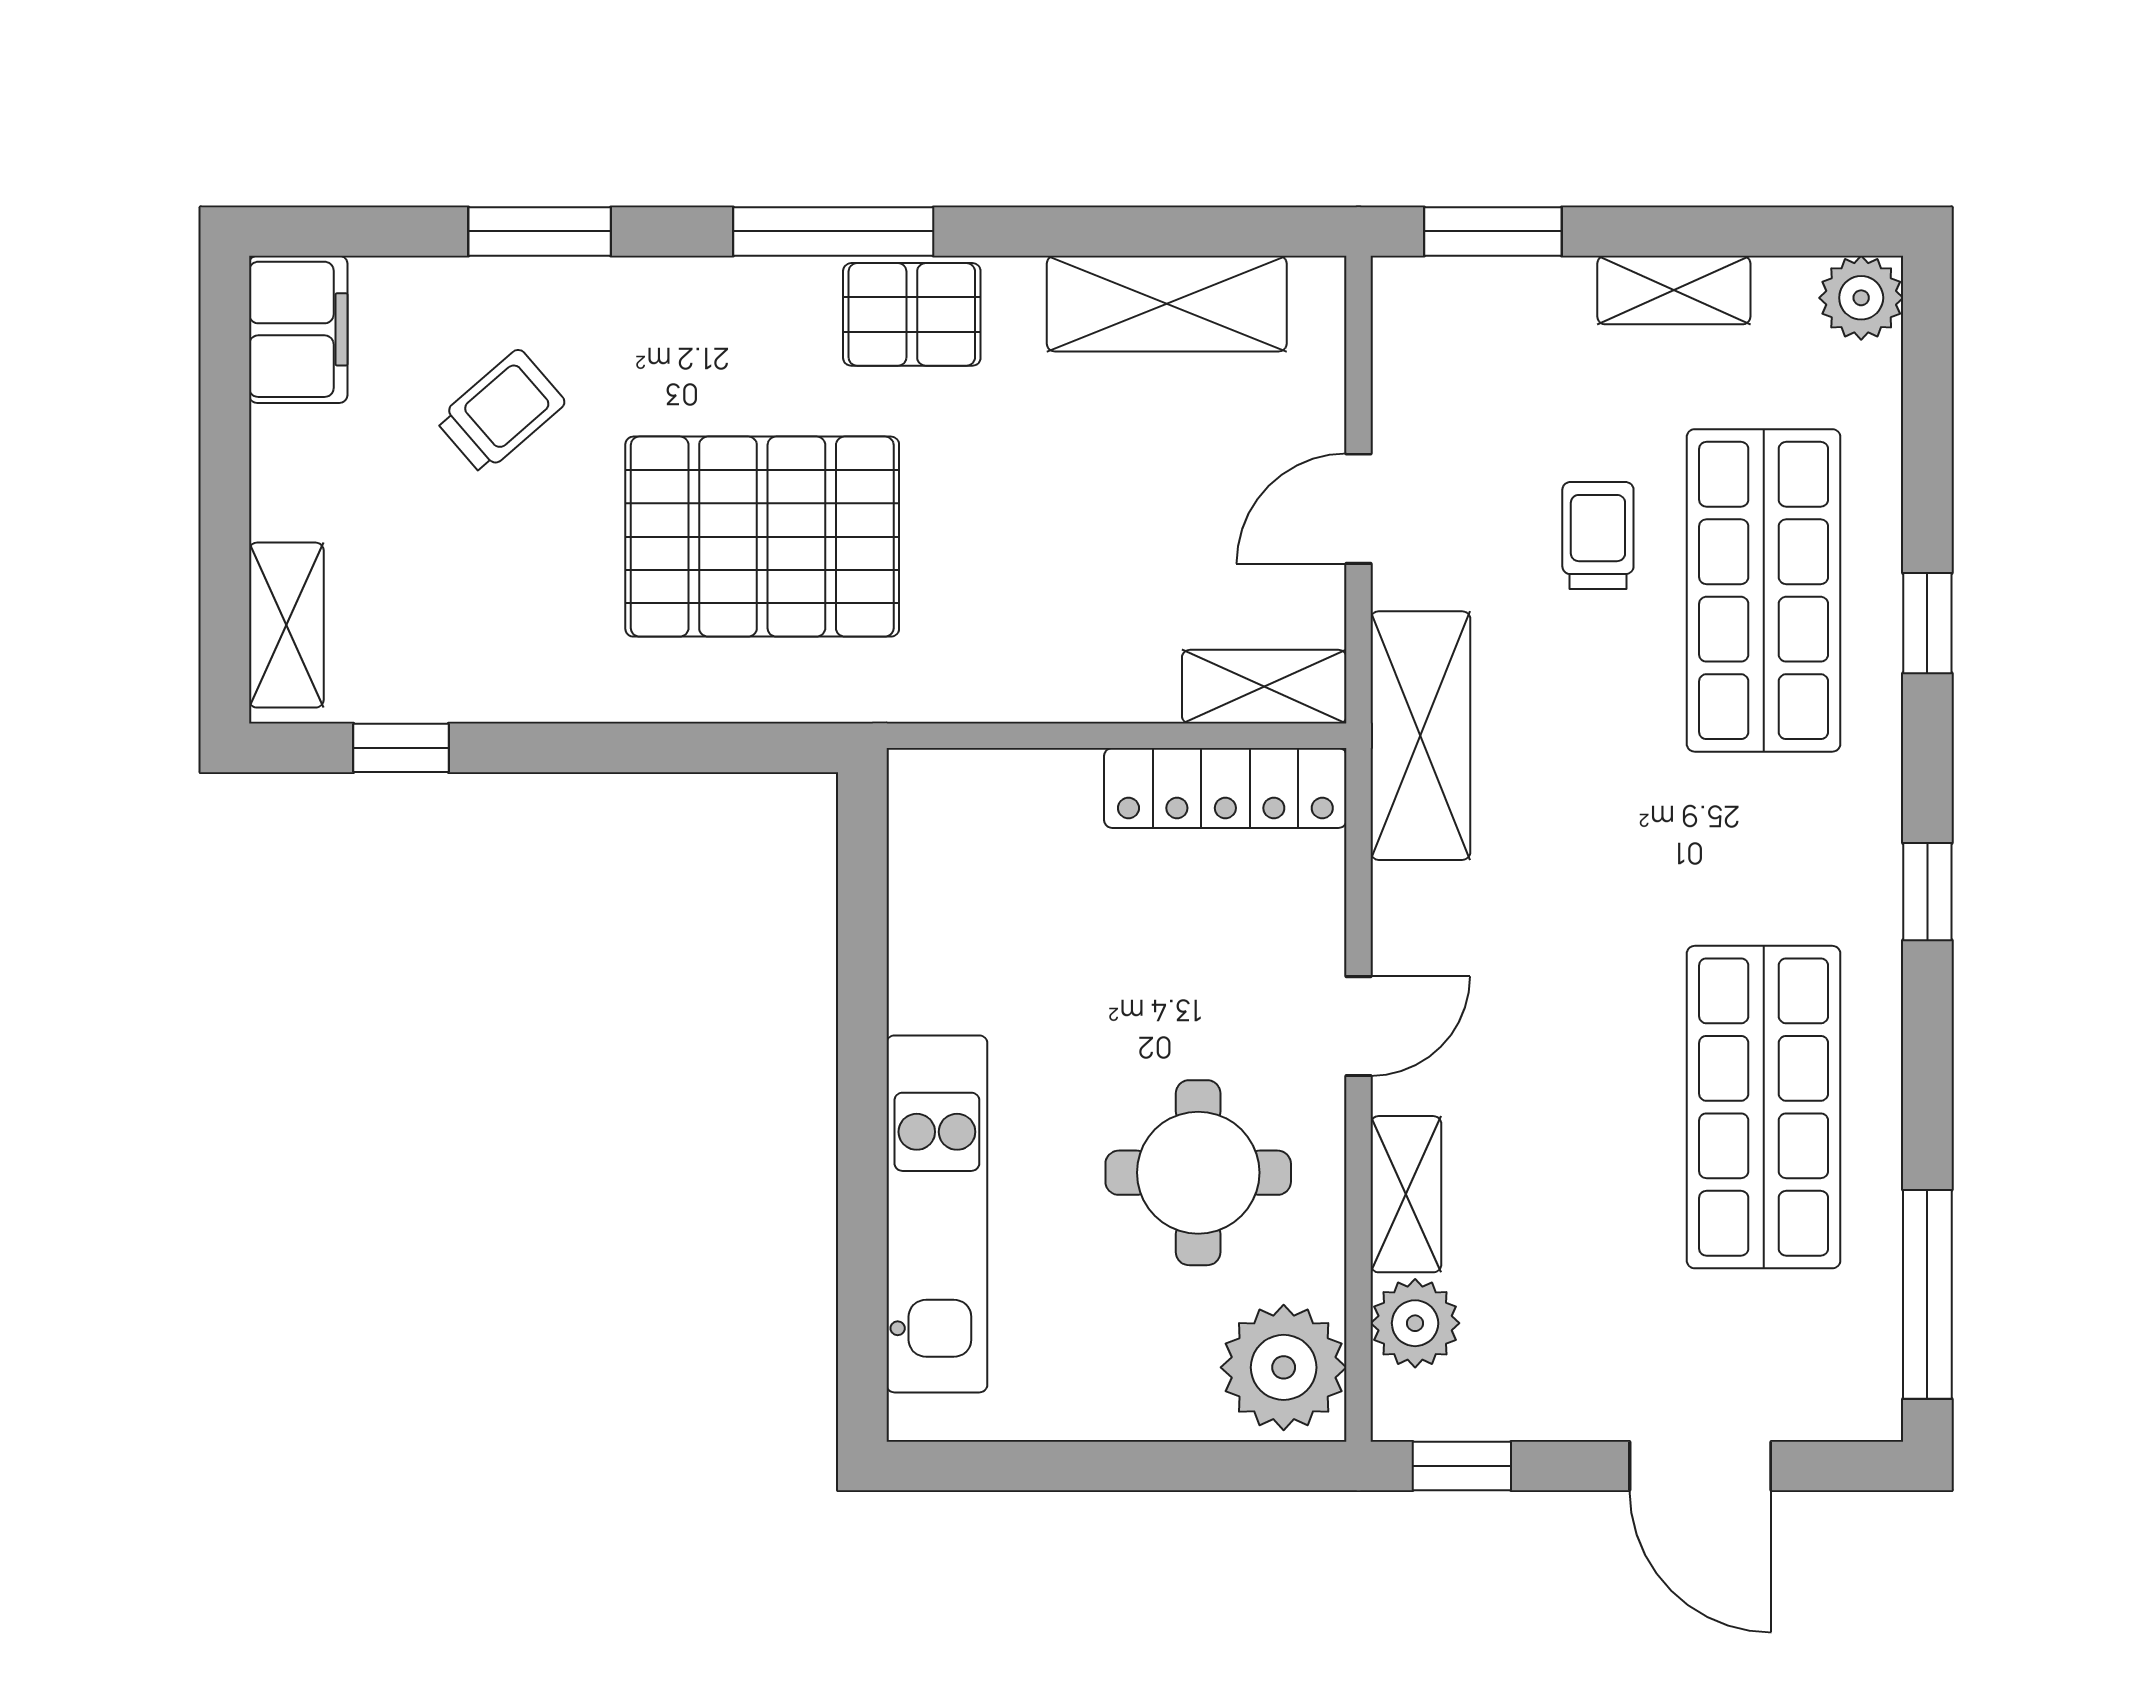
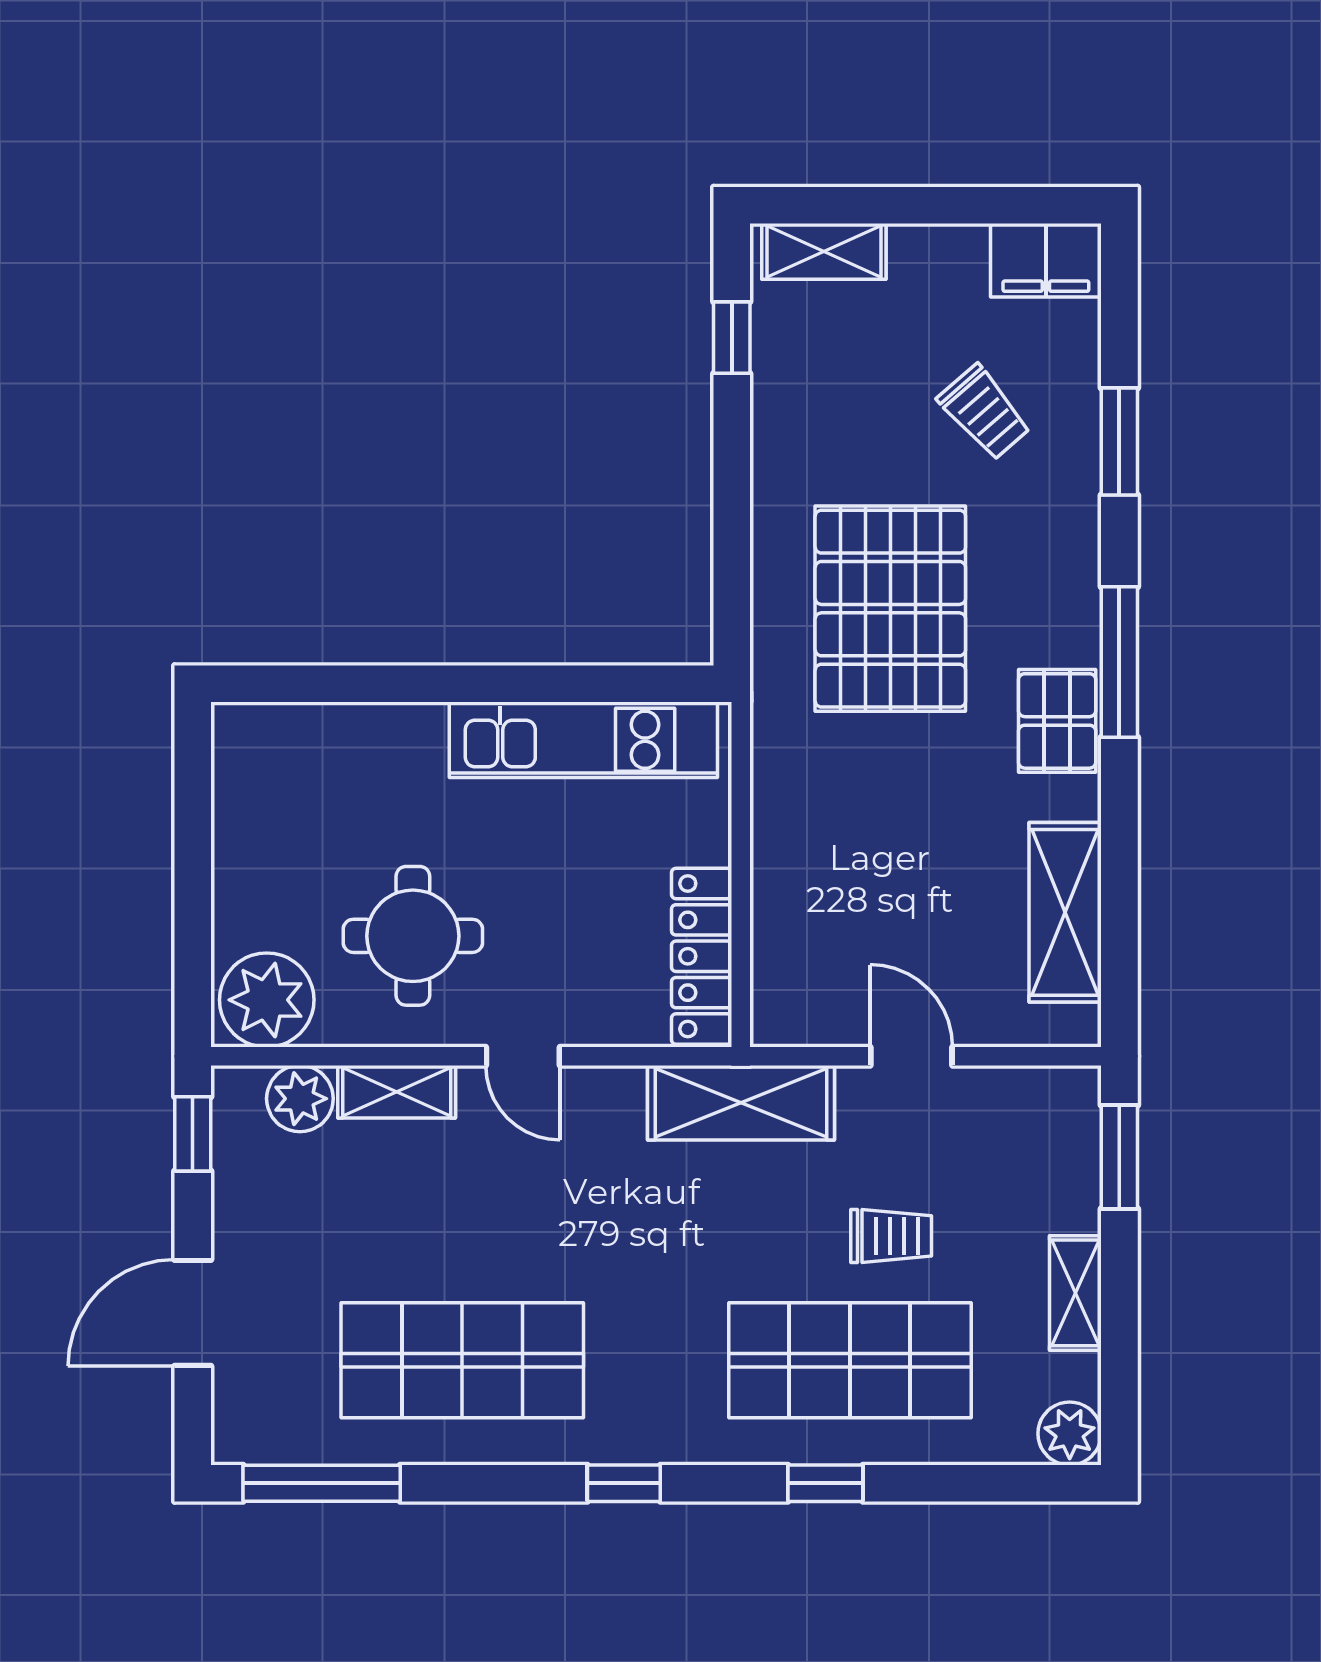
shelving: (1264, 687) -> (778, 985), removed
kitchen unit: (937, 1214) -> (583, 740), moved

